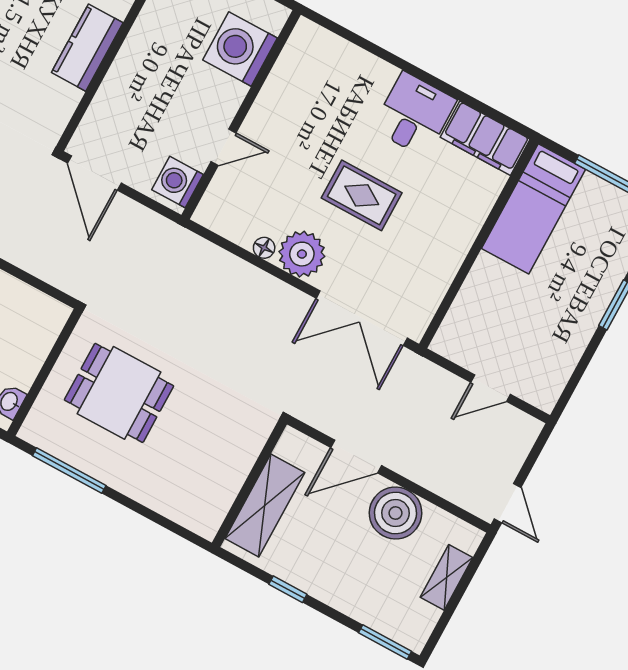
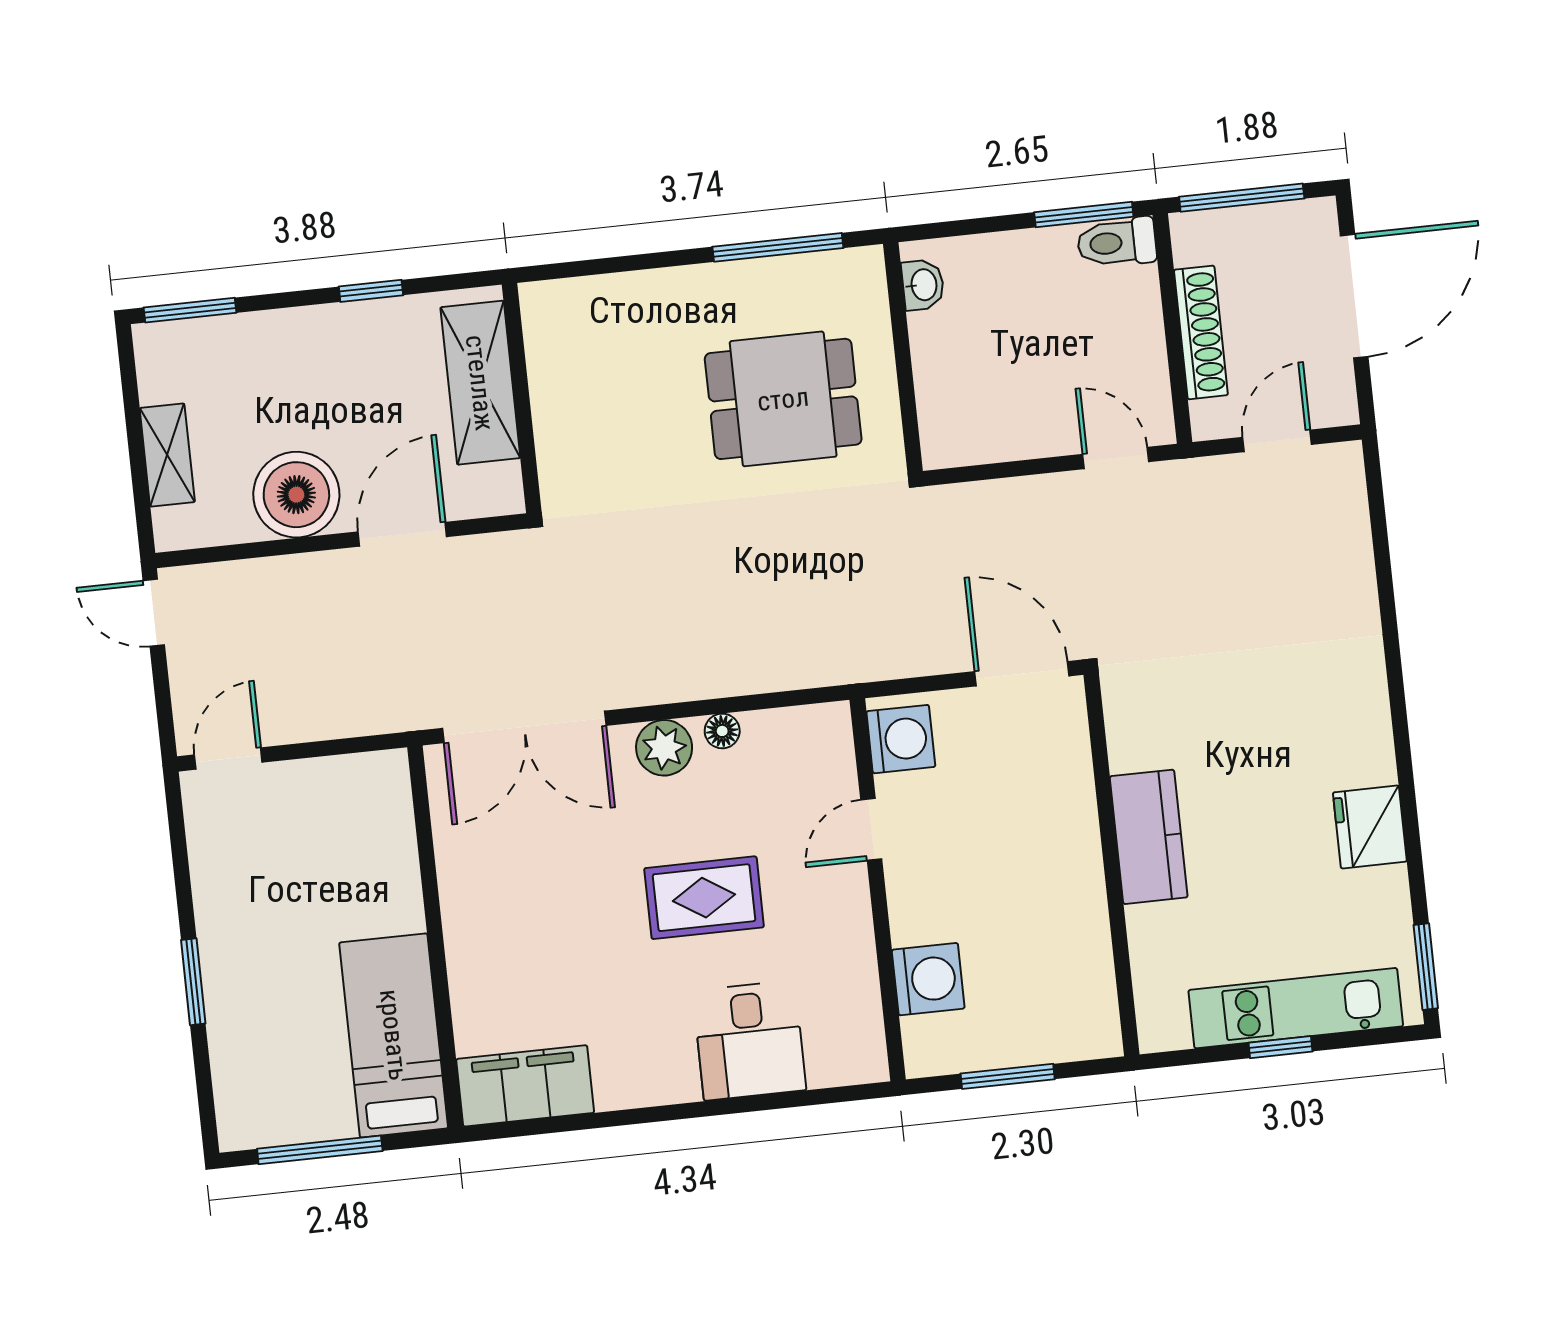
washing machine: (240, 49) -> (928, 979), width x0.73, depth x0.73
desk: (414, 114) -> (749, 1041), moved
rug: (362, 195) -> (704, 898), moved
plant: (302, 254) -> (664, 748), width x0.73, depth x0.73
double door: (362, 318) -> (524, 727), swing flipped
door: (491, 388) -> (228, 759), moved

